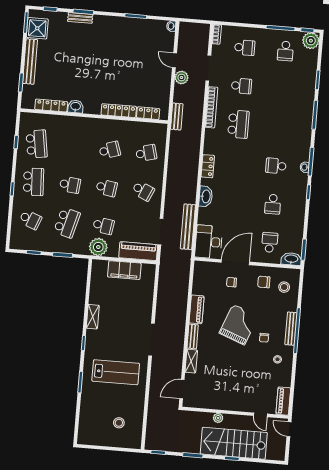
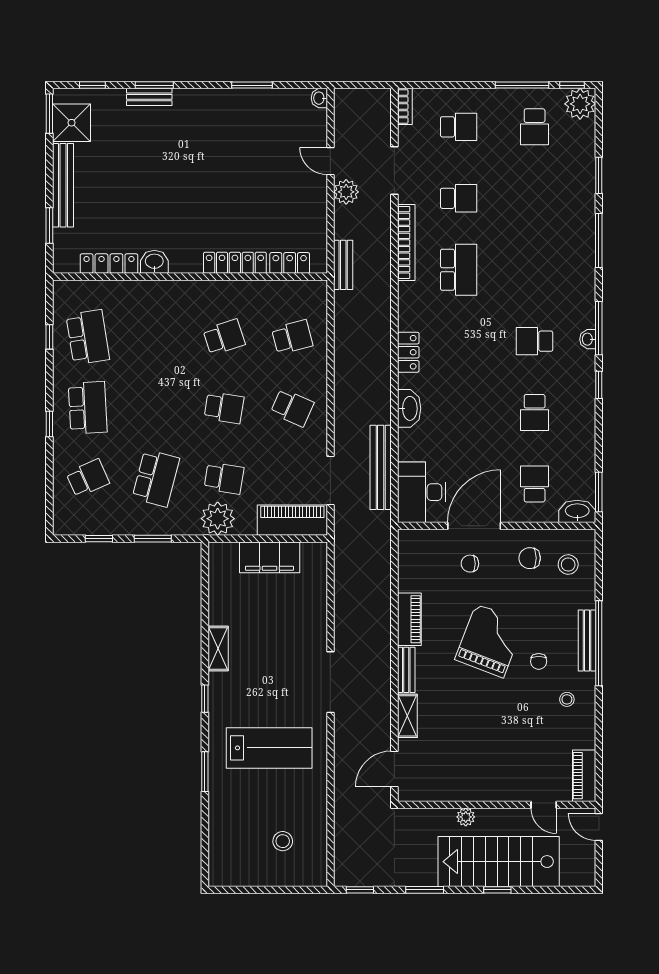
school desk: (70, 185) -> (156, 408), removed
school desk: (30, 220) -> (88, 478), turned -45

